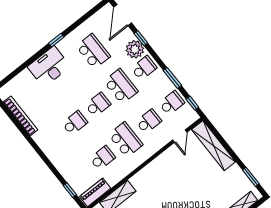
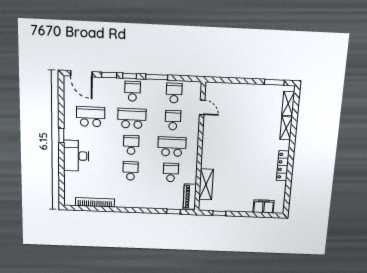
plant: (135, 49) -> (114, 86), removed
window: (192, 103) -> (130, 76), moved
shelving: (214, 146) -> (229, 89), removed

